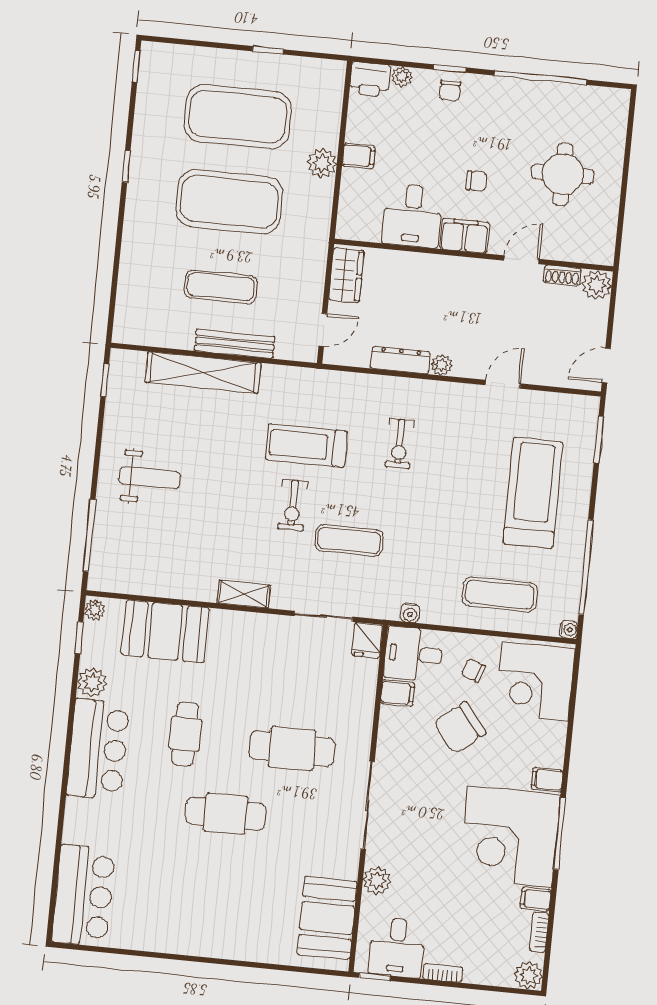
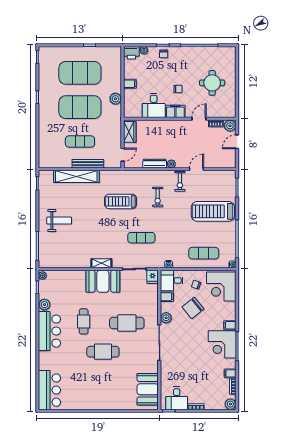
plant: (322, 163) -> (115, 99), moved
door: (606, 365) -> (237, 142), moved
treadmill: (533, 493) -> (213, 211), turned -90
exercise bike: (293, 505) -> (180, 181), moved
booth: (165, 631) -> (103, 281), moved
corner desk: (510, 836) -> (222, 344), width x0.74, depth x0.74
plant: (377, 881) -> (166, 318), moved

